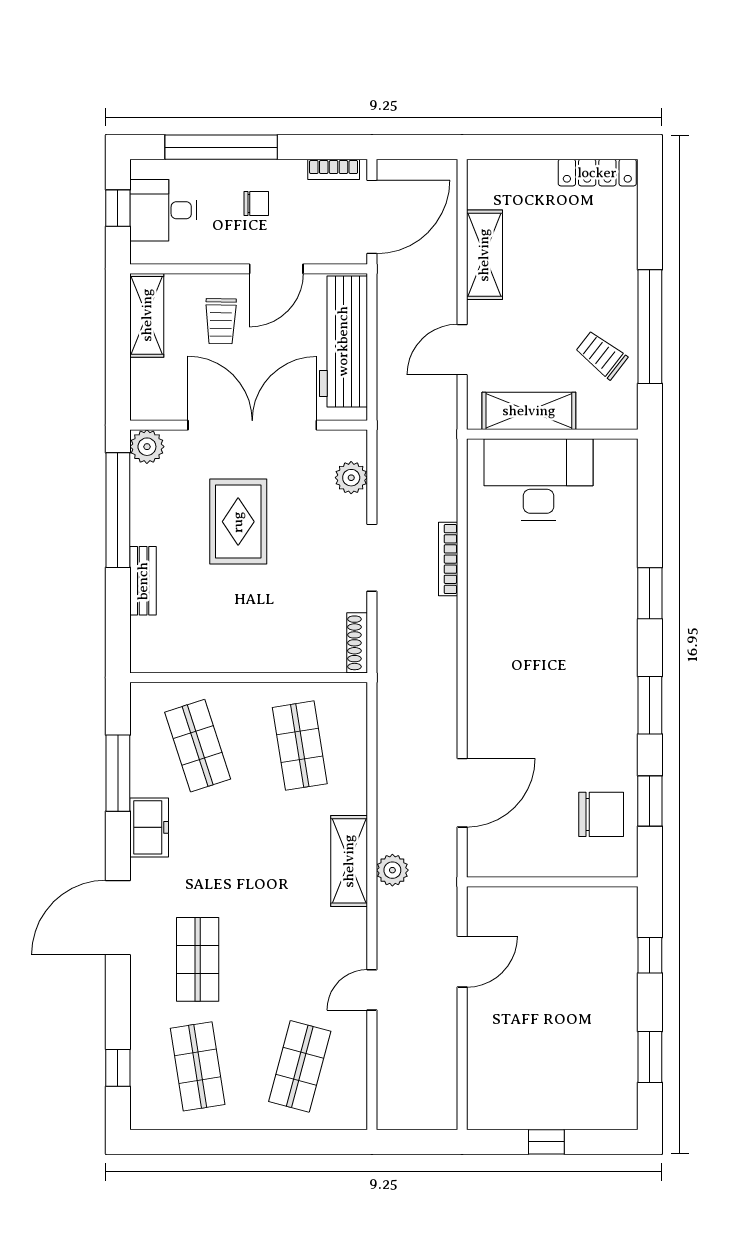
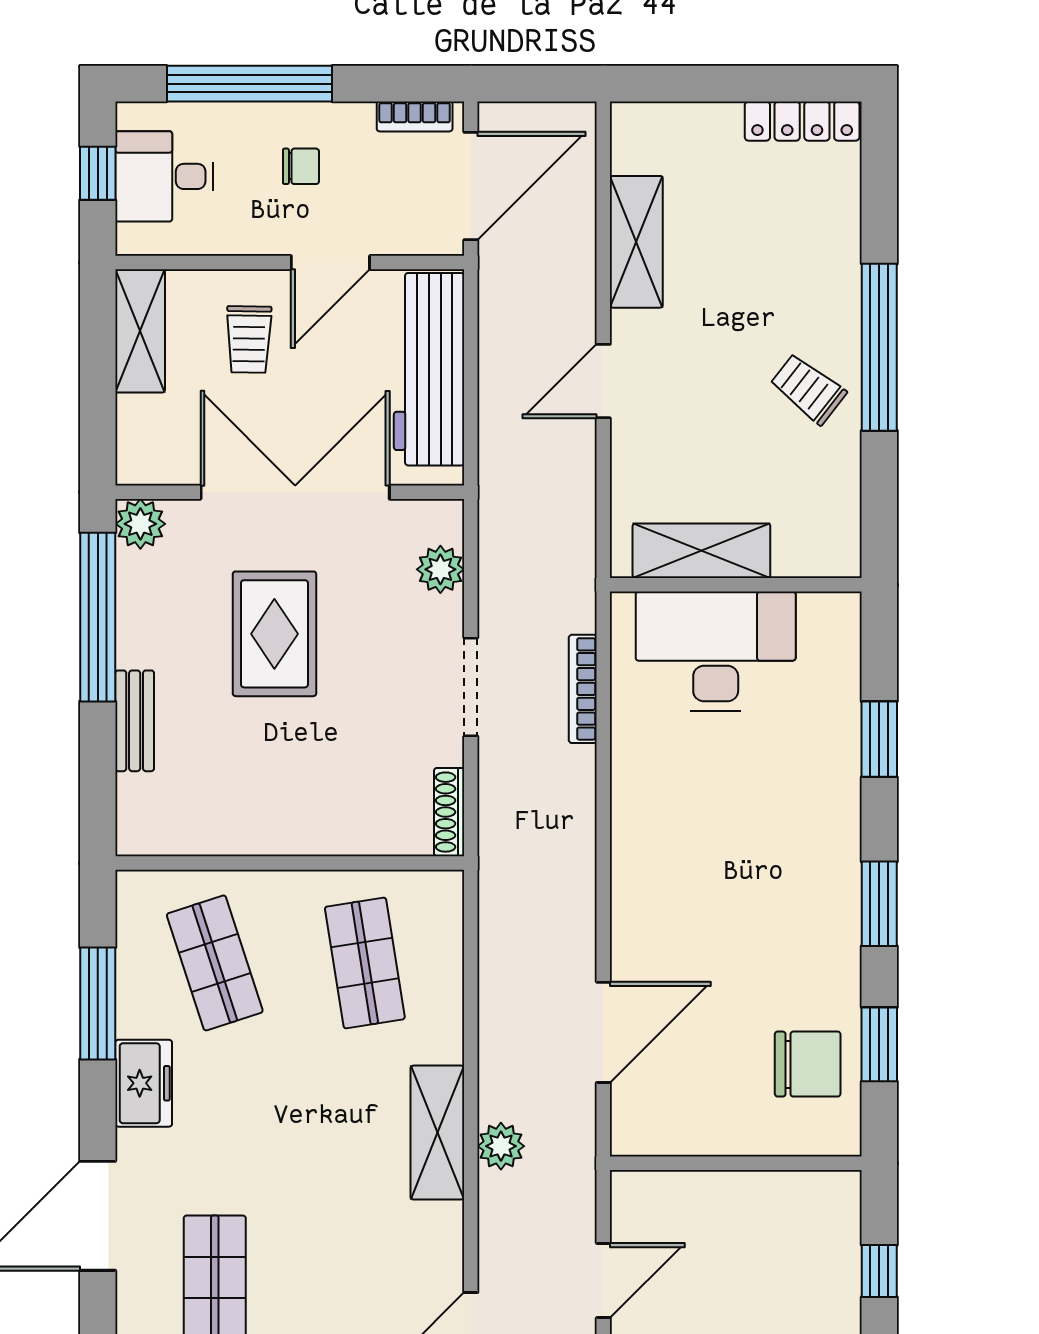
shelving: (529, 411) -> (701, 551), moved
wall: (552, 434) -> (736, 585), moved
desk: (538, 479) -> (716, 651), moved

